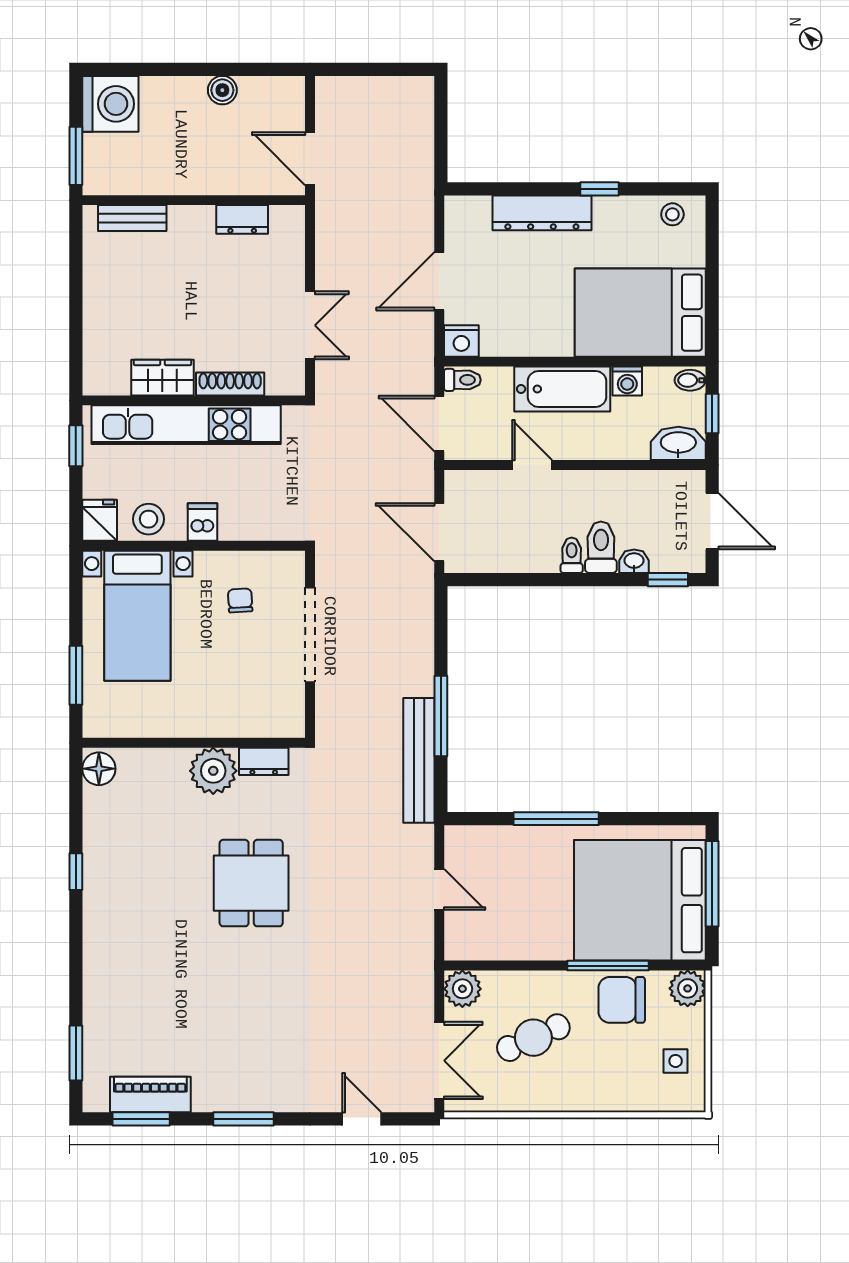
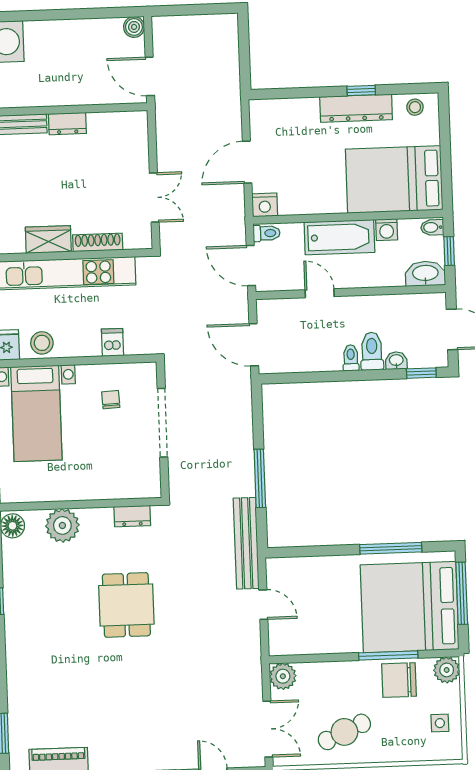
boiler: (222, 90) -> (134, 27), moved
dresser: (542, 213) -> (356, 108), moved
dresser: (242, 219) -> (67, 124), moved
dishwasher: (203, 522) -> (112, 342), moved
bench: (419, 760) -> (246, 543), moved
plant: (213, 771) -> (62, 525), moved
window: (556, 819) -> (391, 548), moved
cafe table: (533, 1038) -> (344, 732), moved

